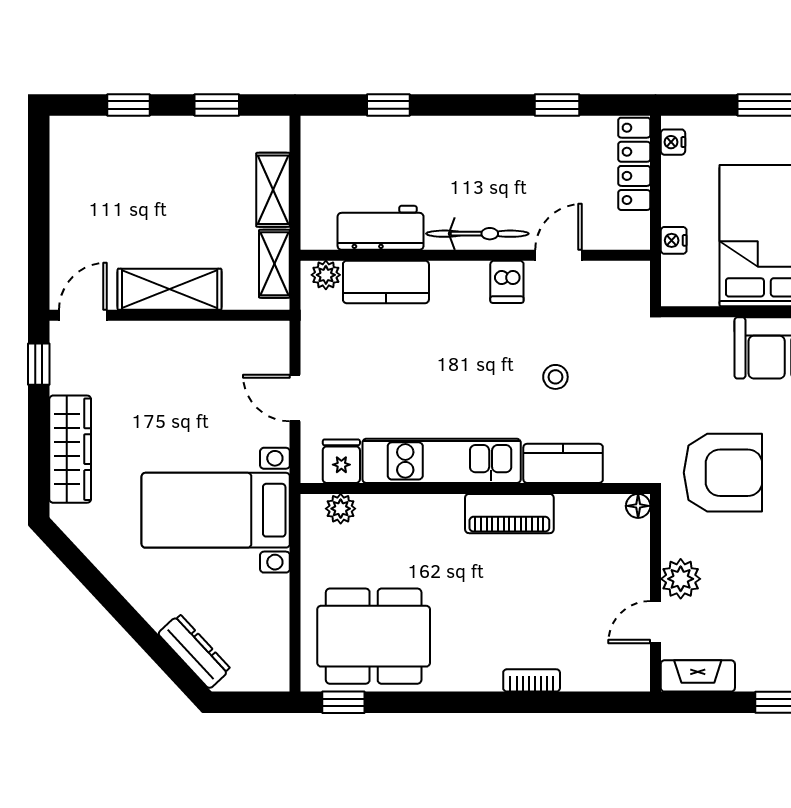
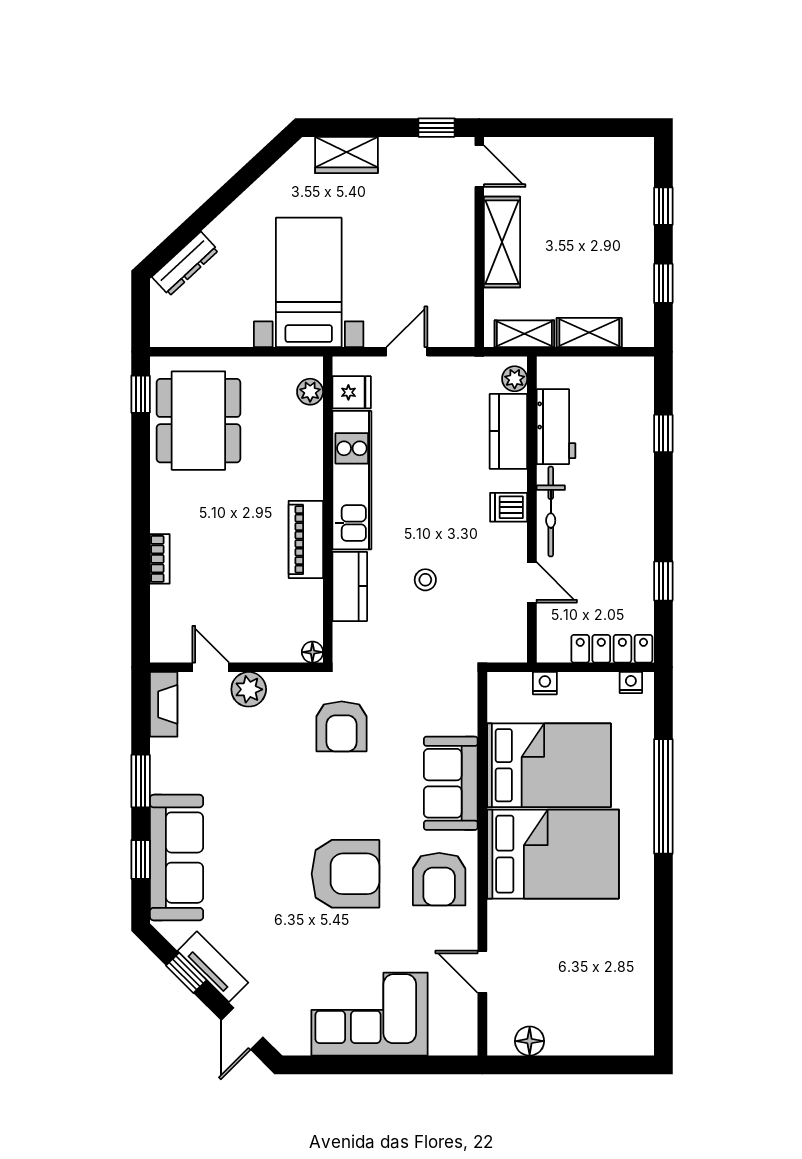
dishwasher: (507, 282) -> (509, 507), moved
wardrobe: (70, 449) -> (346, 155), width x0.67
armchair: (723, 473) -> (342, 726), width x0.73, depth x0.73

